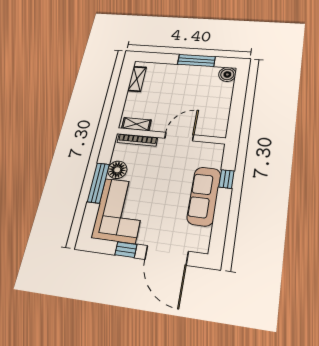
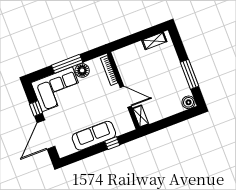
shelving: (136, 124) -> (141, 116), moved

